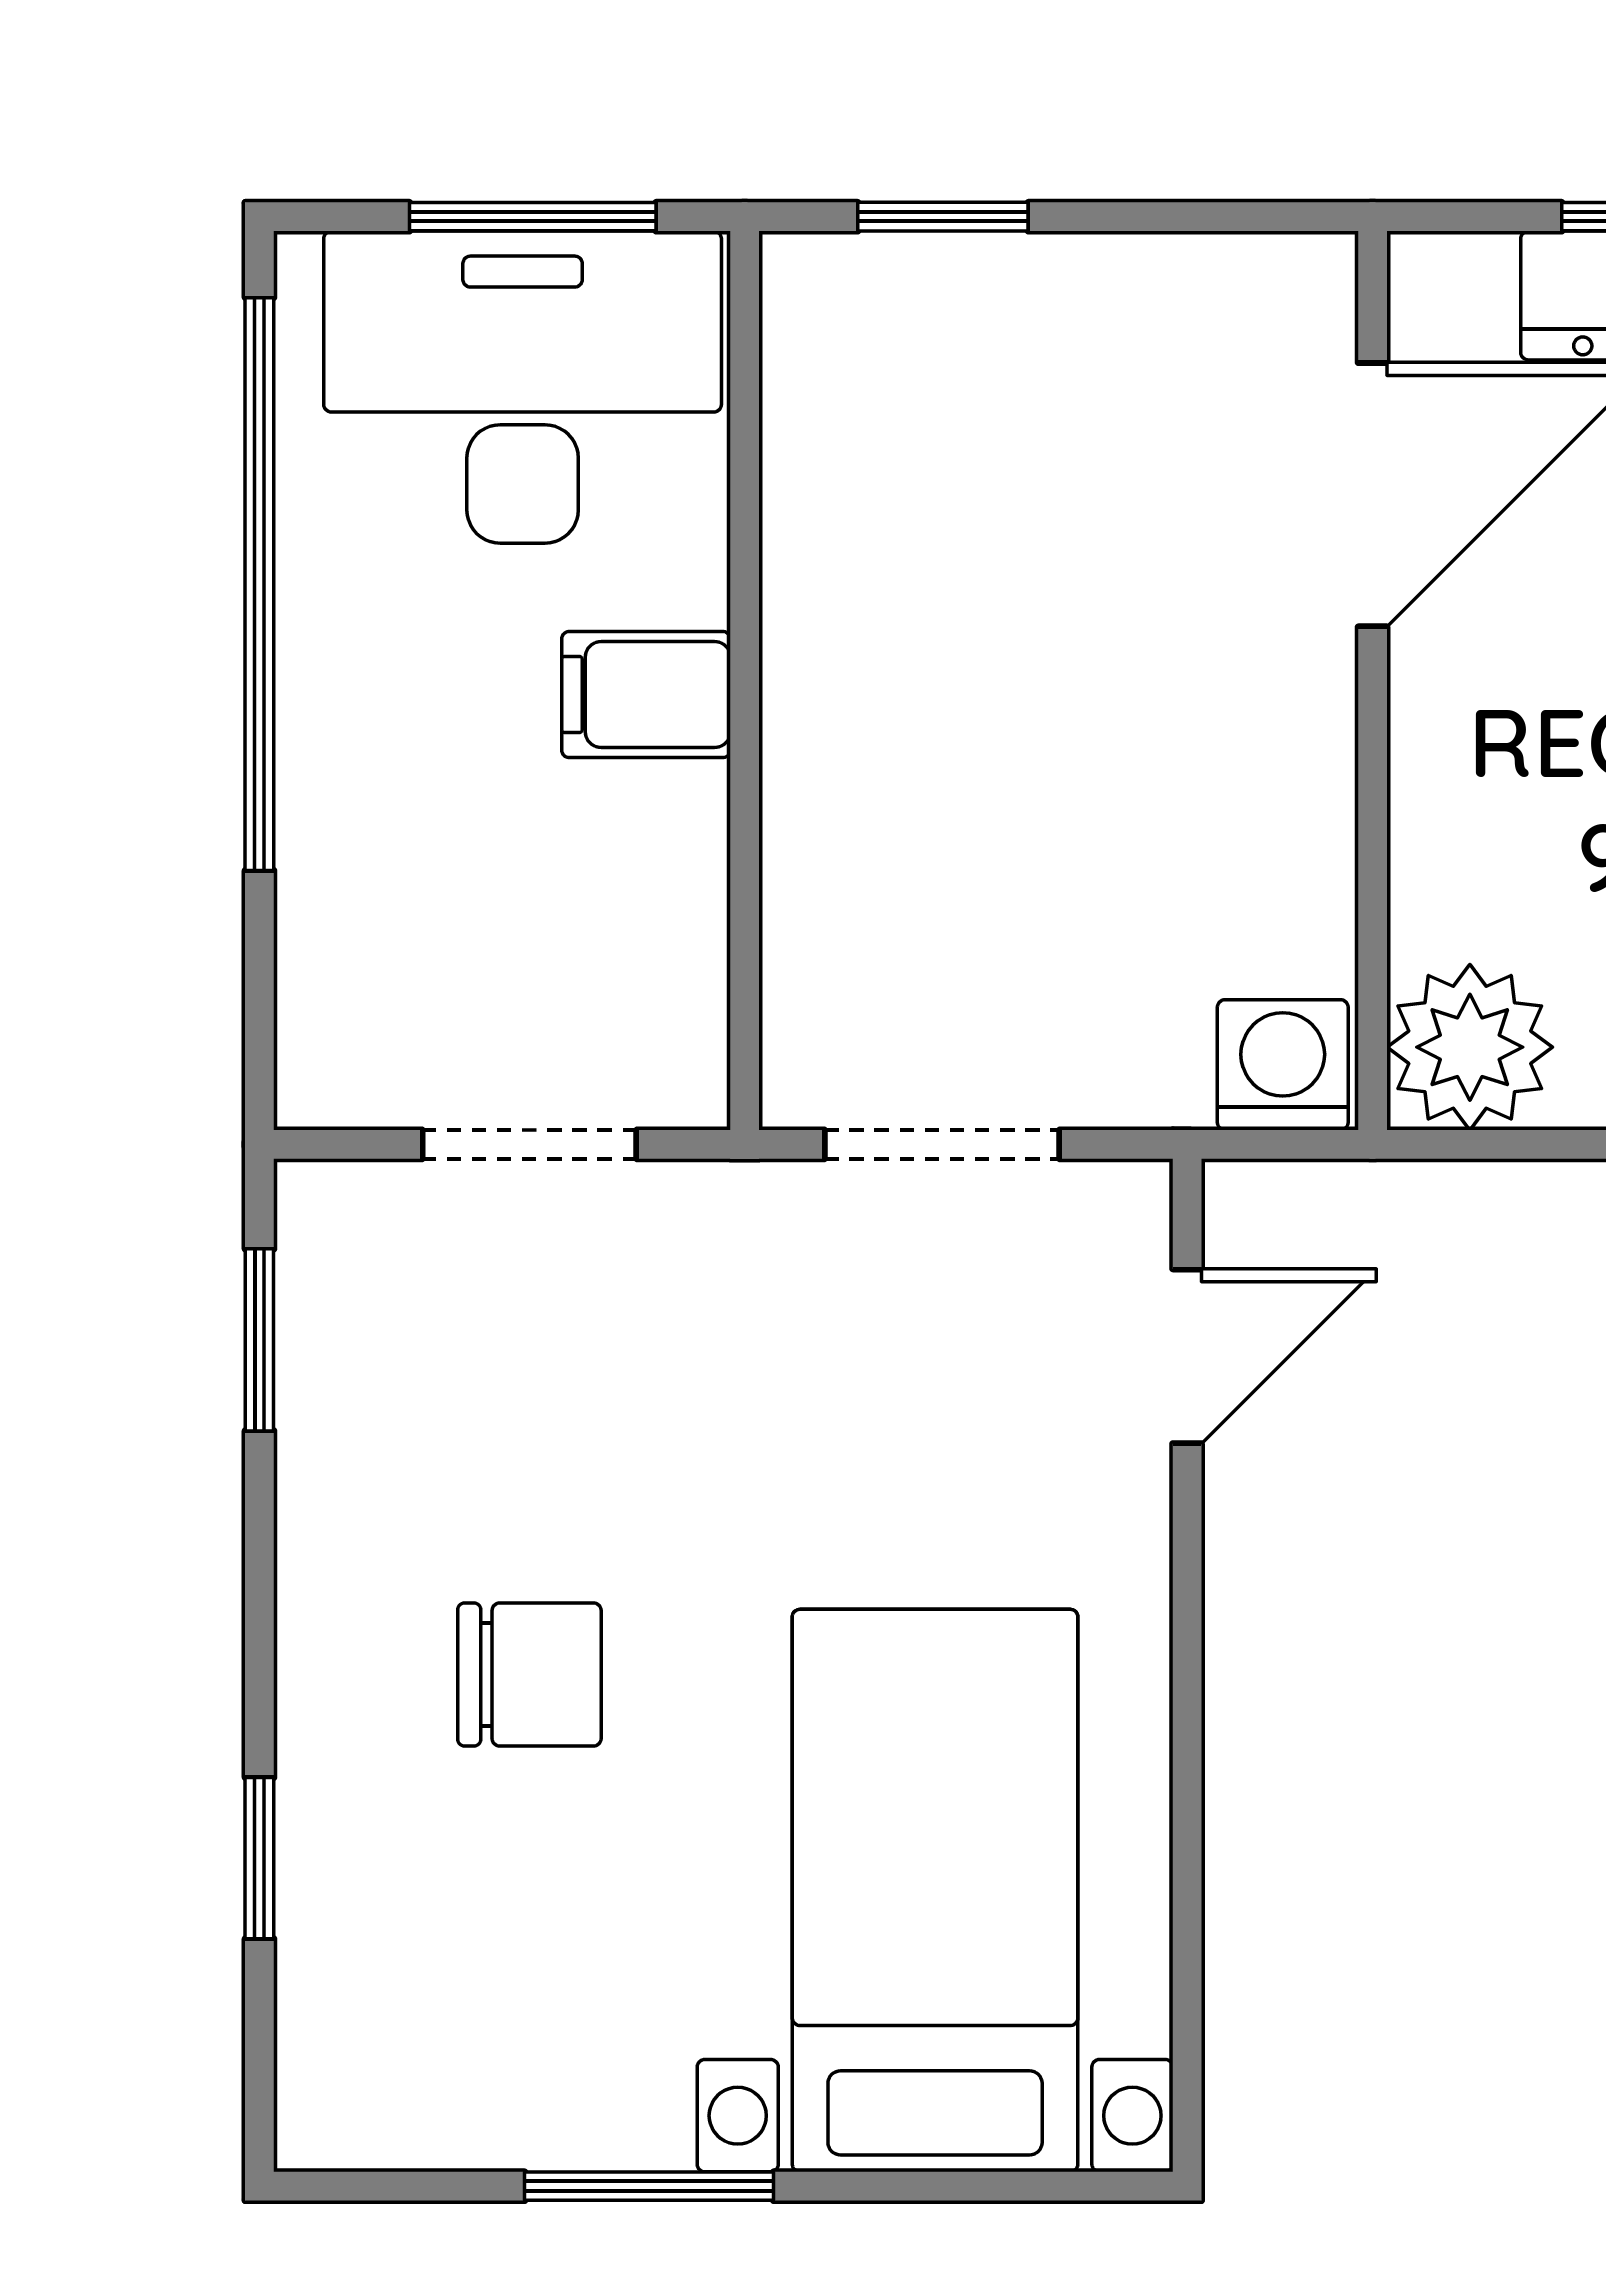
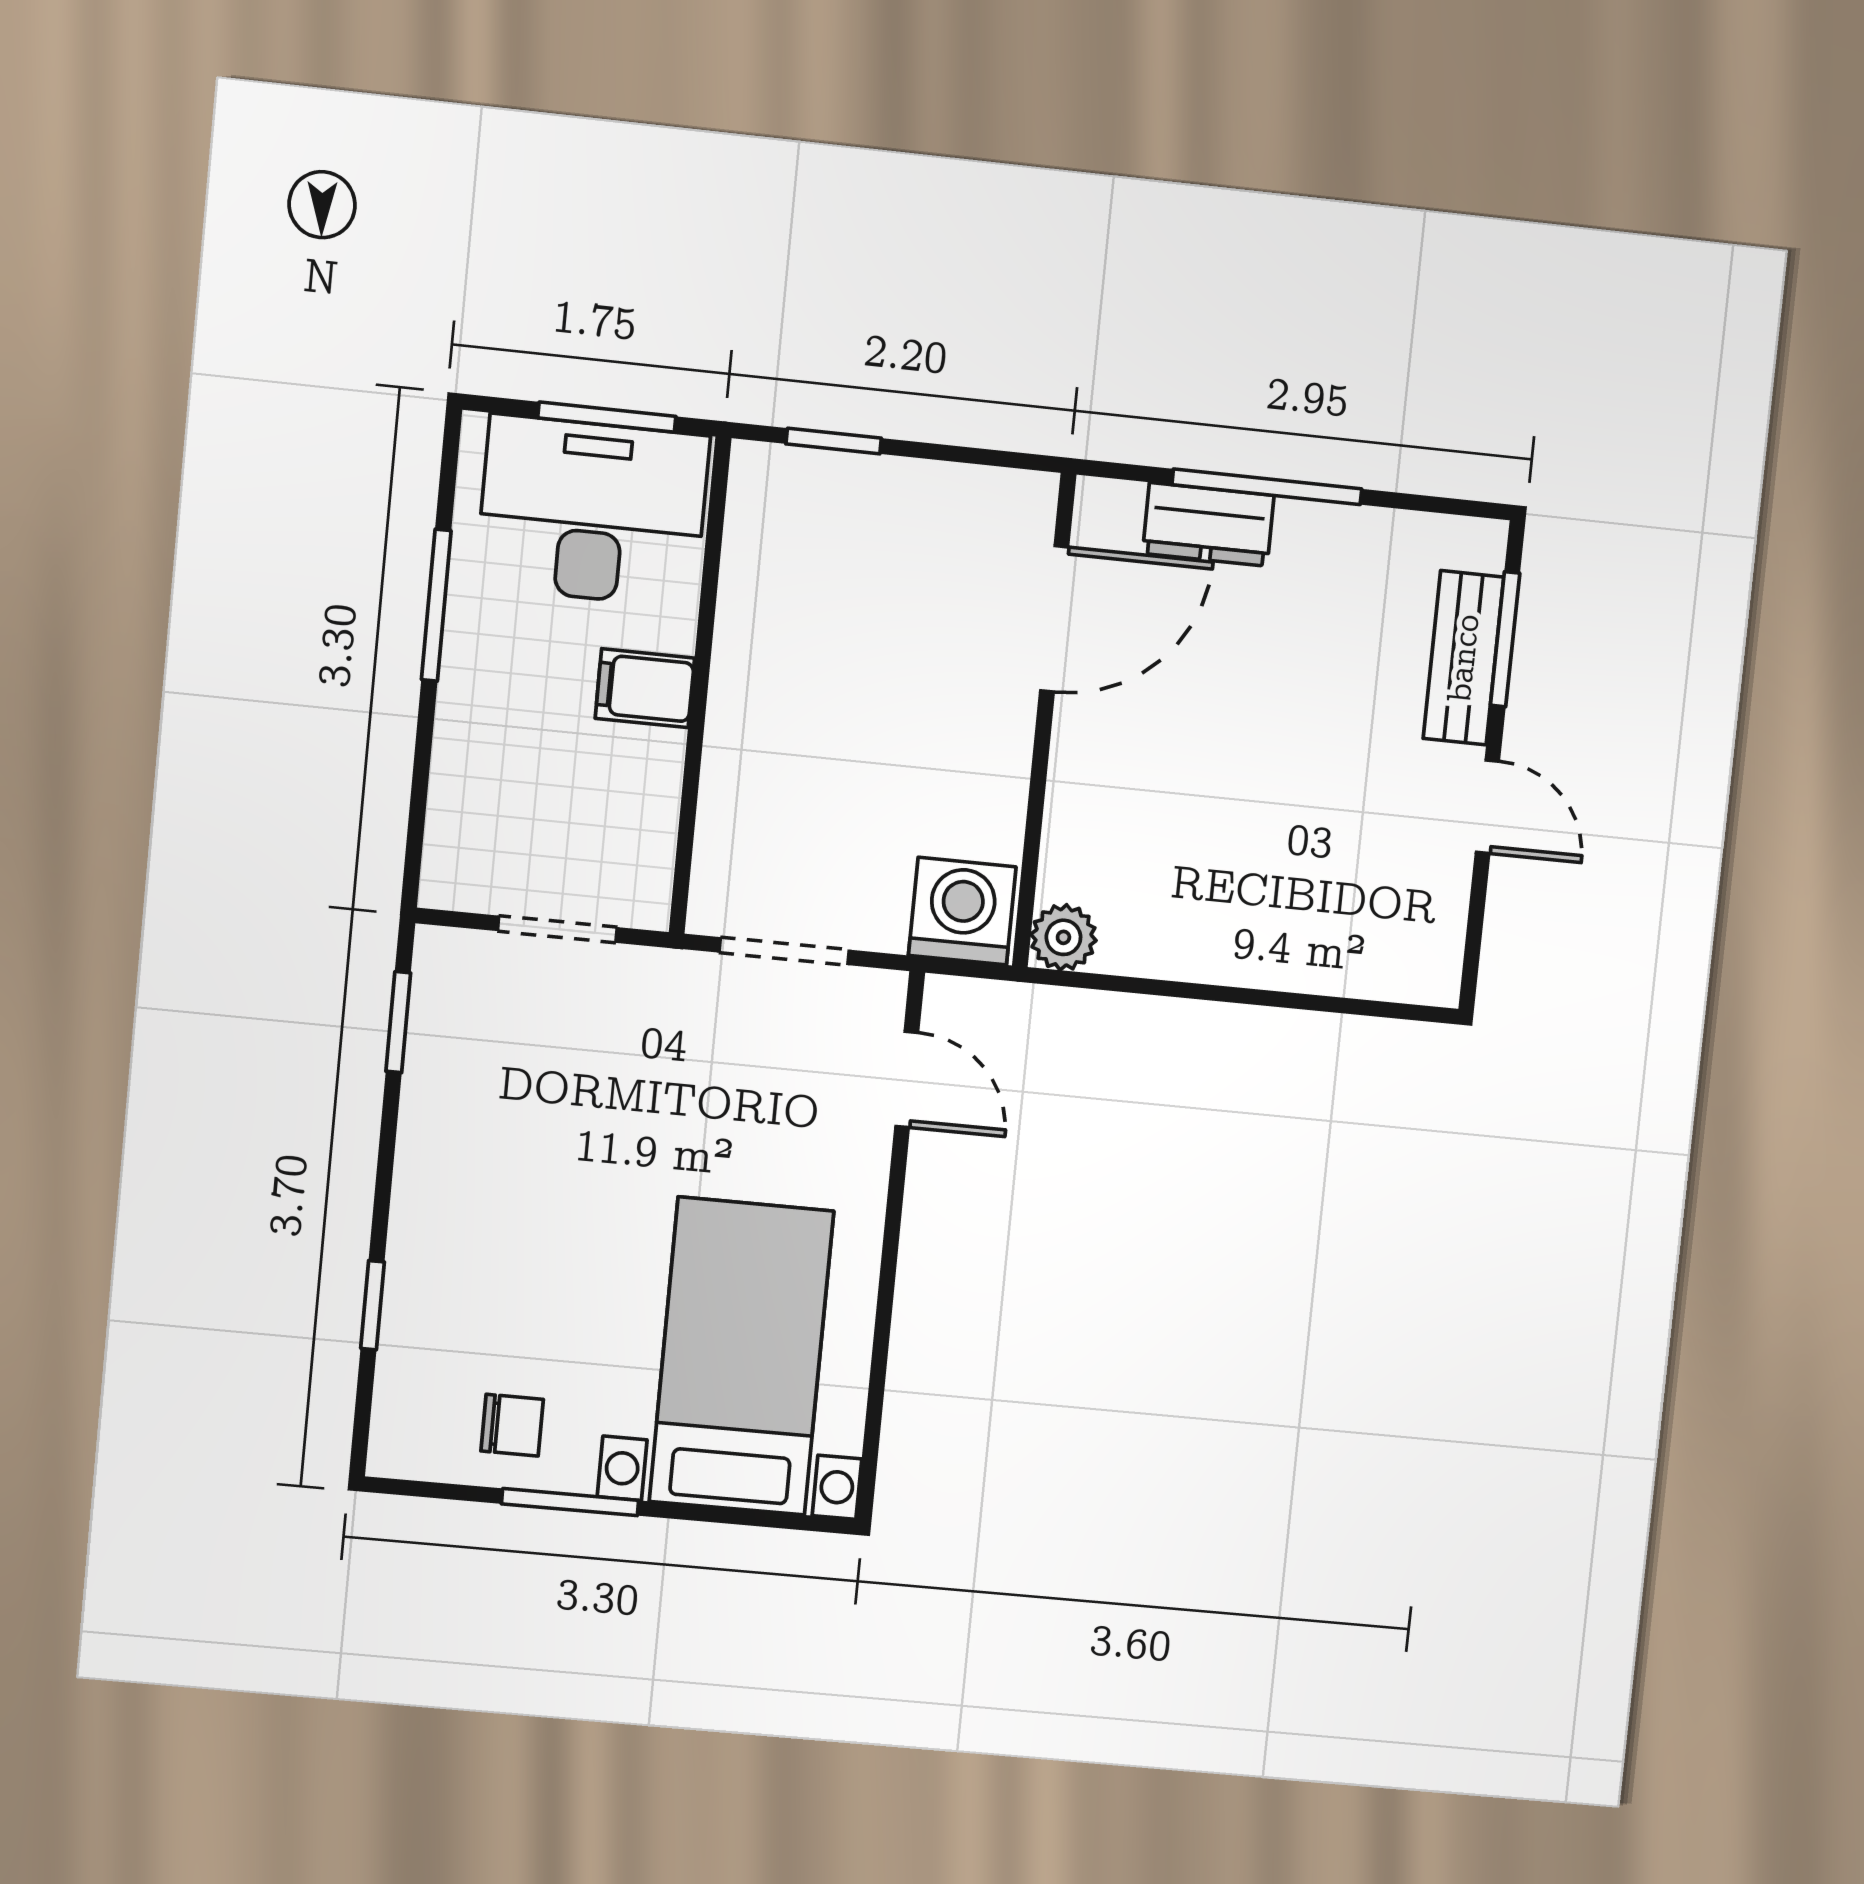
window: (259, 584) -> (436, 605), width x0.47
plant: (1470, 1047) -> (1063, 937), width x0.73, depth x0.73
washing machine: (1283, 1065) -> (962, 911), width x1.38, depth x1.38
door: (1187, 1356) -> (907, 1080), hinge flipped
chair: (529, 1675) -> (512, 1425), moved, width x0.73, depth x0.73

